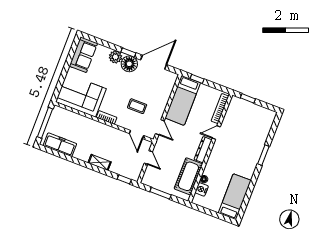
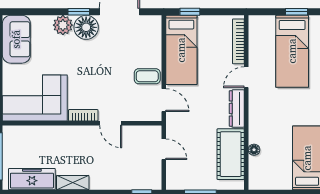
window: (248, 98) -> (297, 12), moved
coffee table: (137, 106) -> (147, 76), moved
bed: (251, 127) -> (292, 51), added
door: (137, 135) -> (111, 123), moved
shelving: (100, 162) -> (73, 183), moved
nightstand: (202, 189) -> (256, 165), removed

